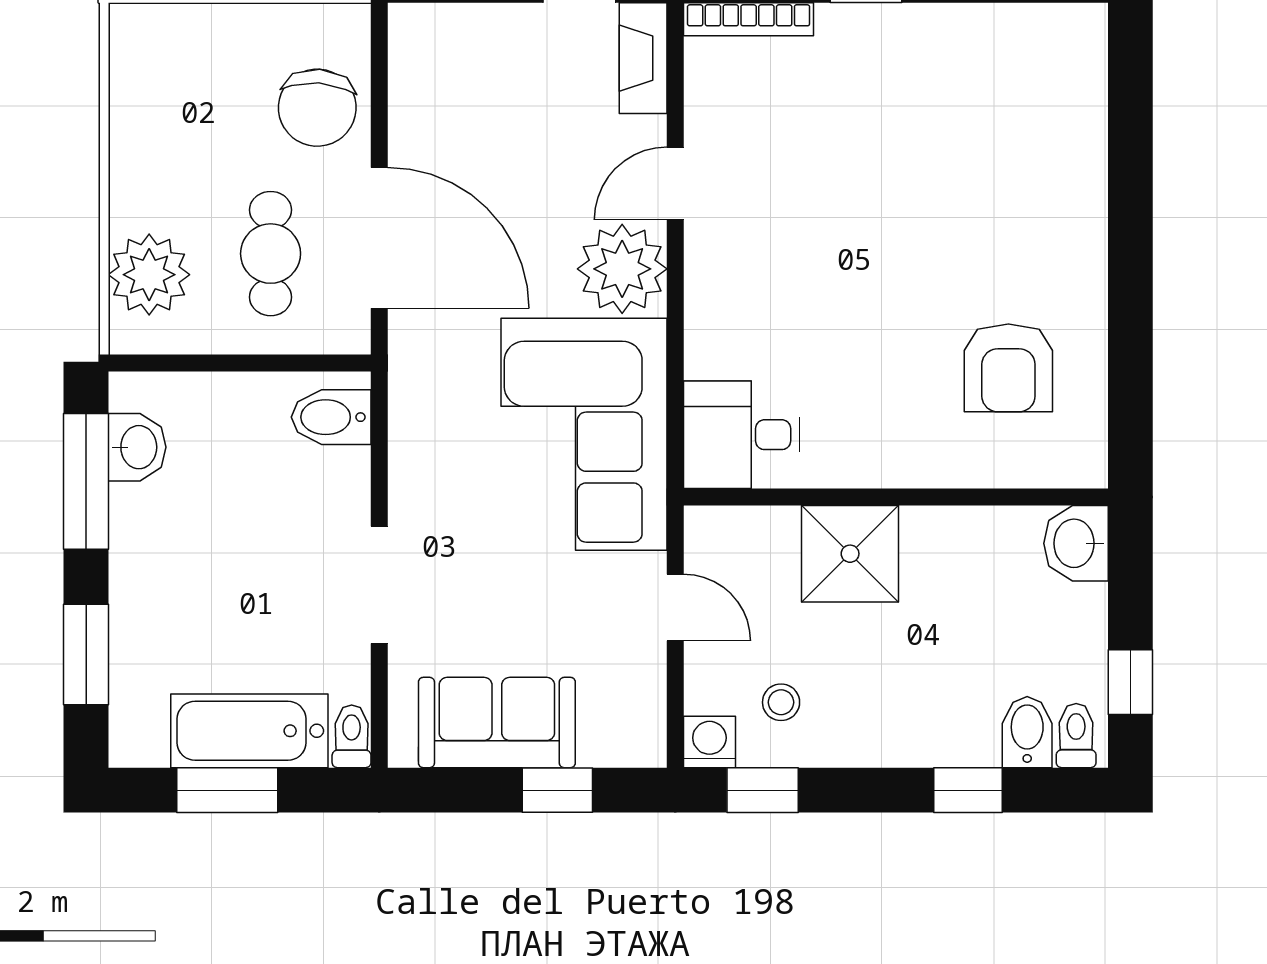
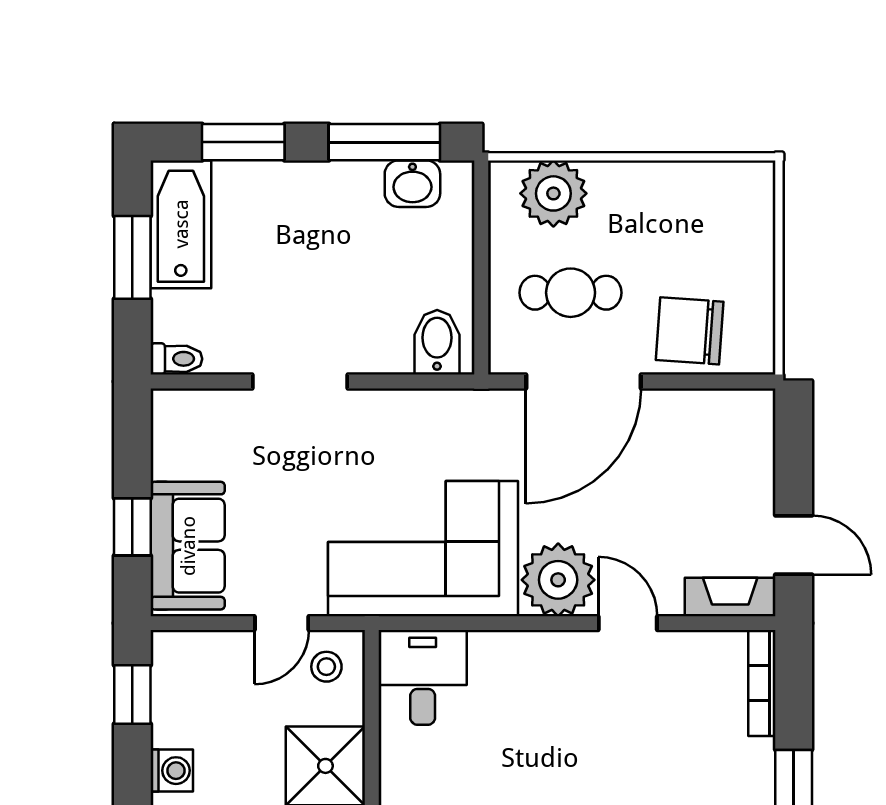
stool: (781, 702) -> (326, 667), moved
sofa: (497, 722) -> (188, 546), moved
bathtub: (249, 731) -> (181, 224), moved
washing machine: (709, 742) -> (172, 771), moved

